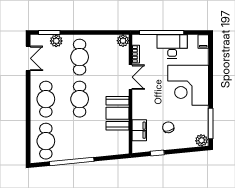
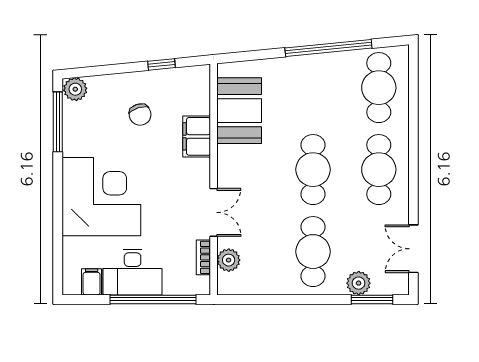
plant: (123, 41) -> (229, 260), moved
filing cabinet: (203, 42) -> (92, 282), moved
double door: (131, 77) -> (214, 212), swing flipped
booth: (117, 113) -> (239, 111), moved
filing cabinet: (139, 130) -> (197, 136), moved

